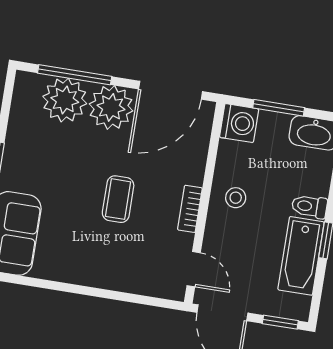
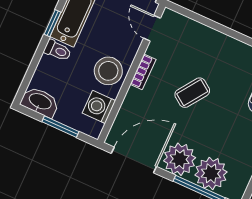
washing machine: (239, 123) -> (99, 107), moved
stool: (236, 198) -> (108, 71), width x1.89, depth x1.89
coffee table: (118, 199) -> (192, 93), turned 35

